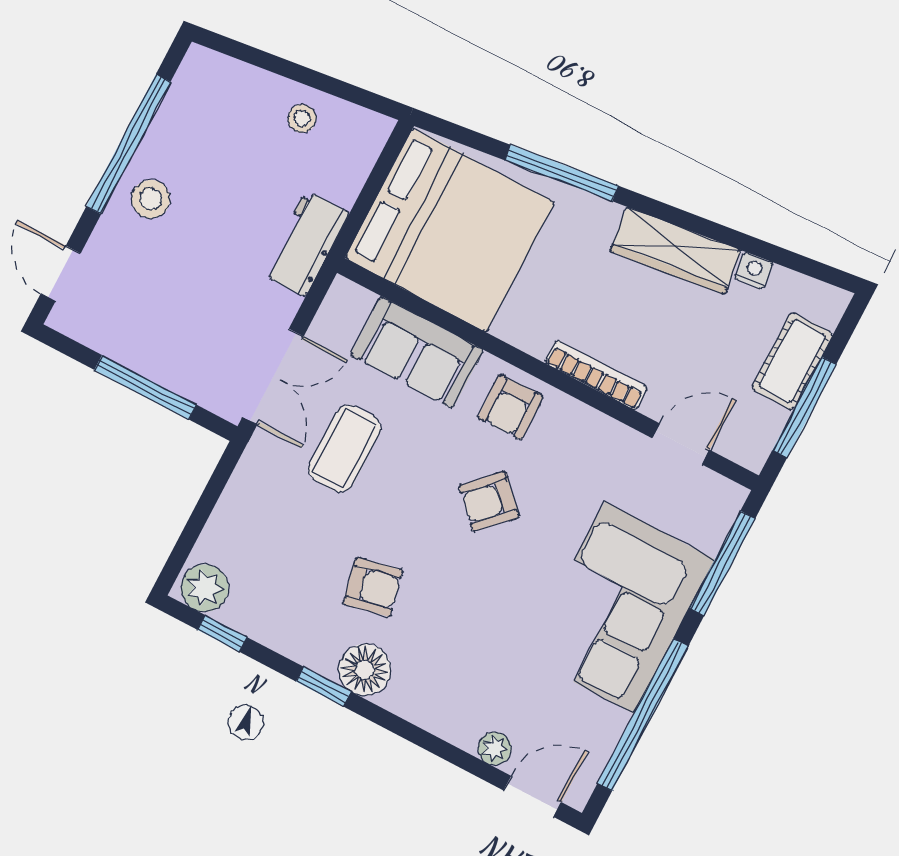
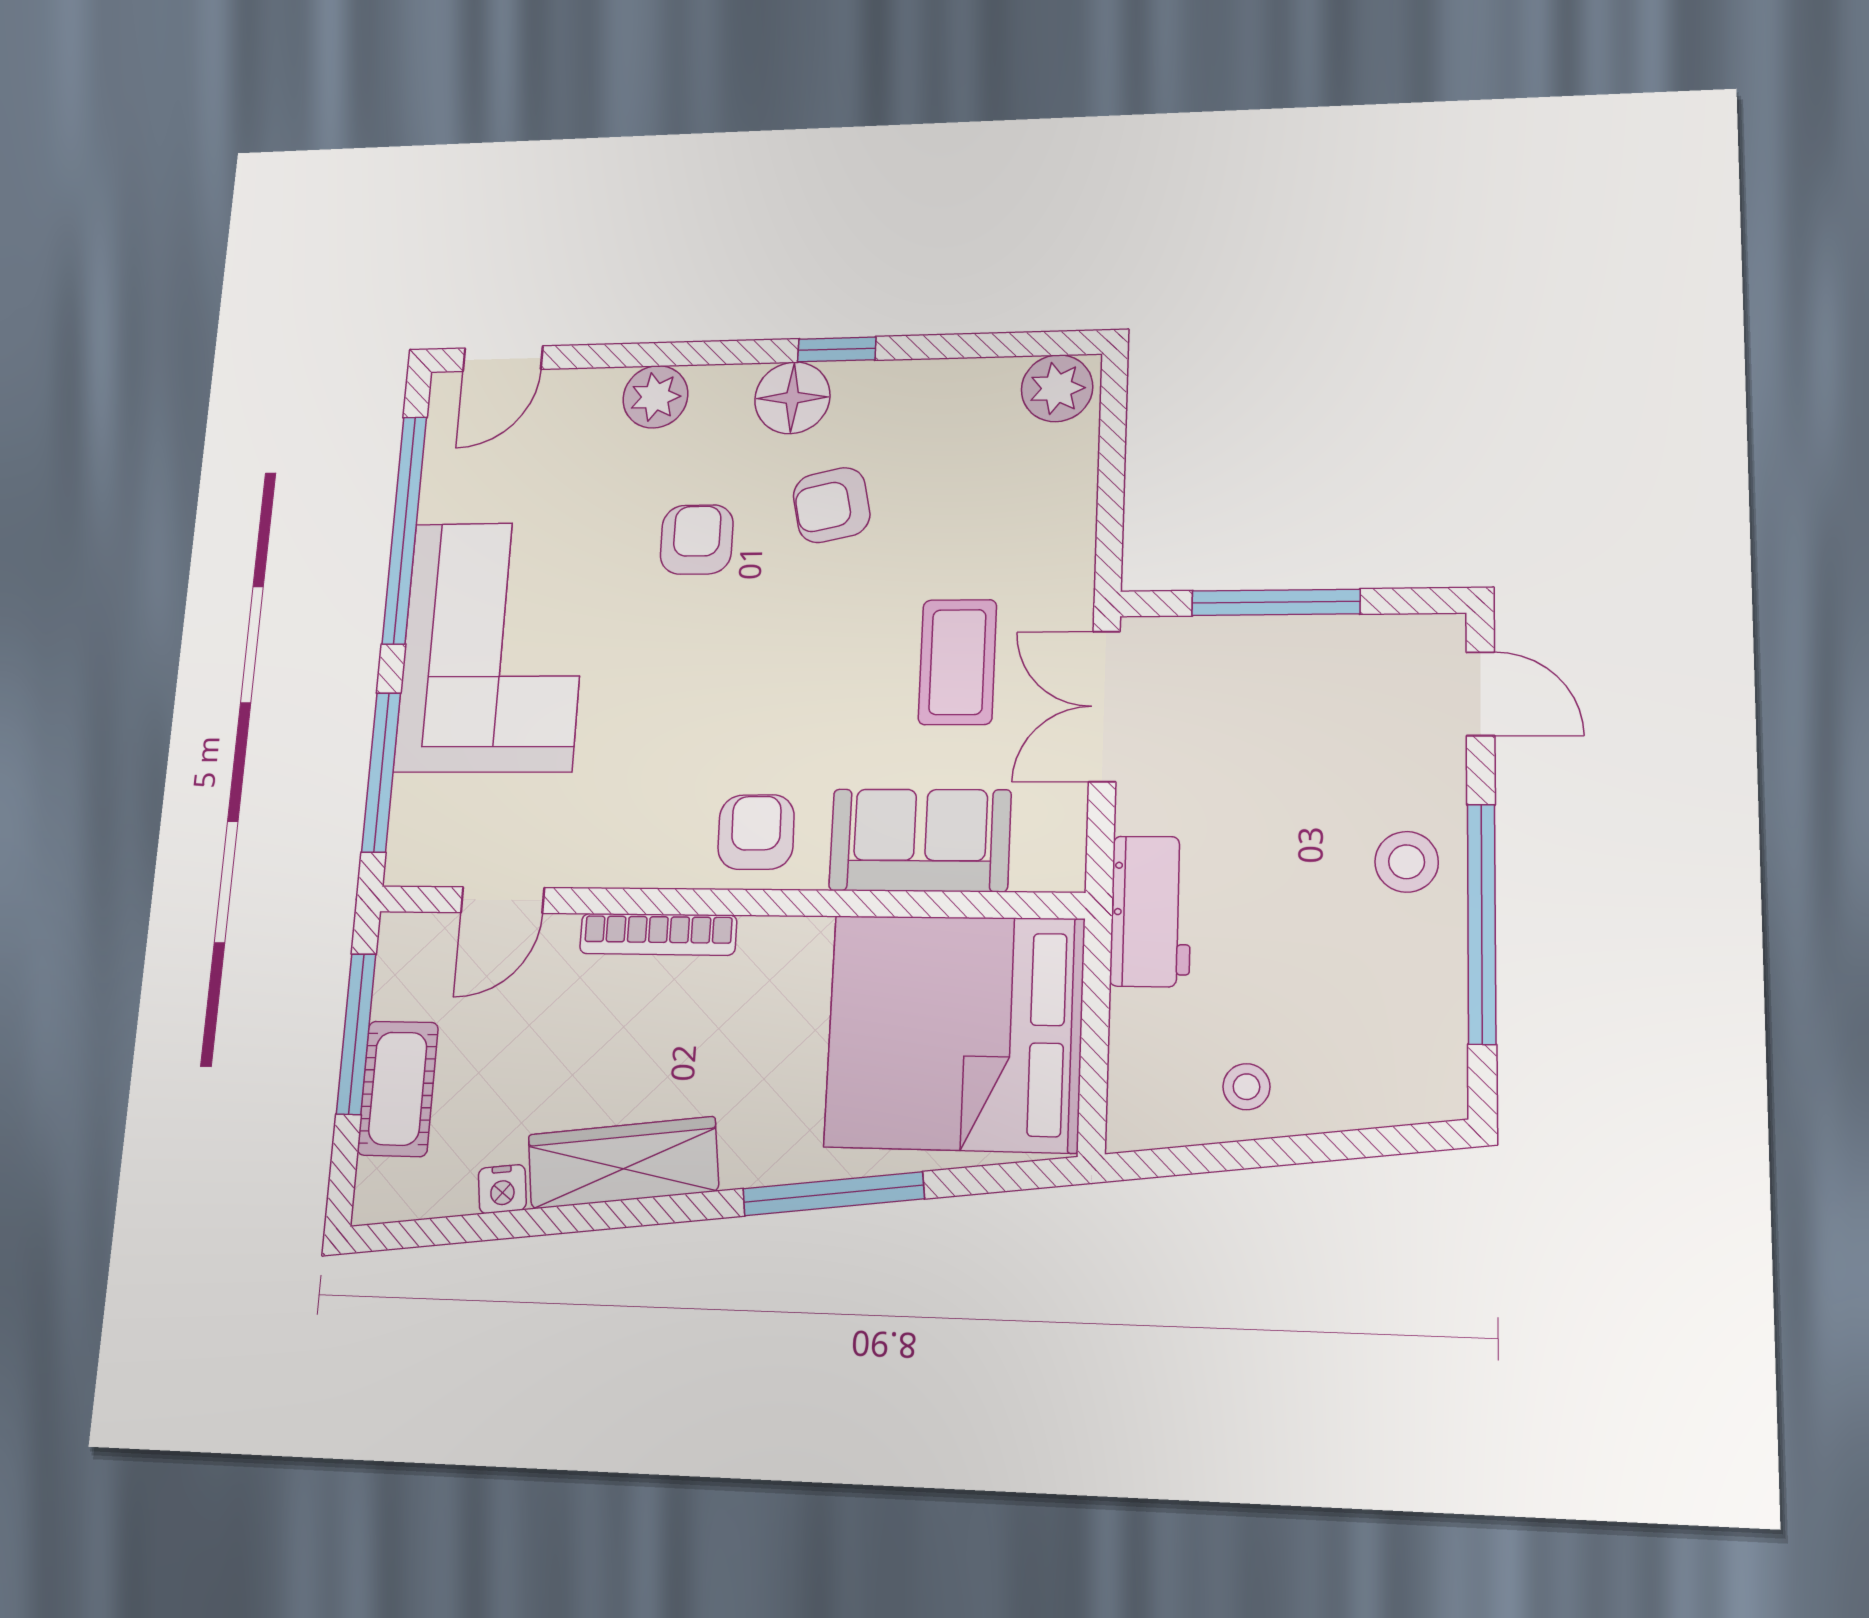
armchair: (489, 501) -> (697, 539), moved, turned -45
window: (222, 633) -> (1004, 345), removed
plant: (495, 749) -> (655, 397), moved, width x1.38, depth x1.38

